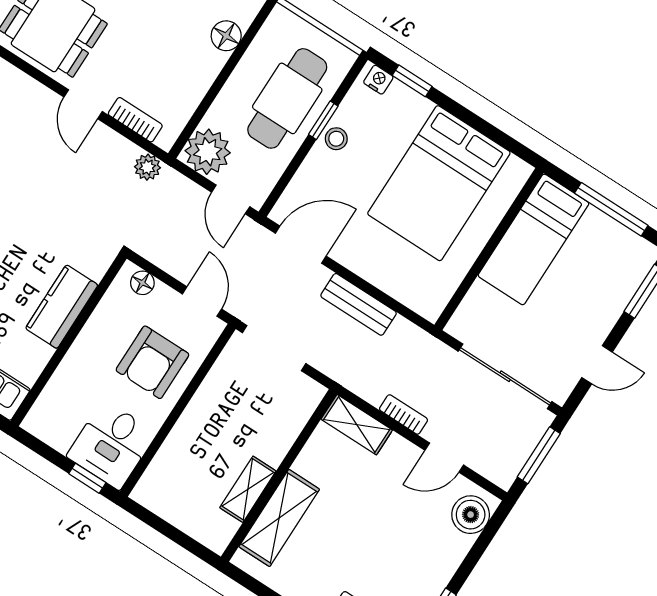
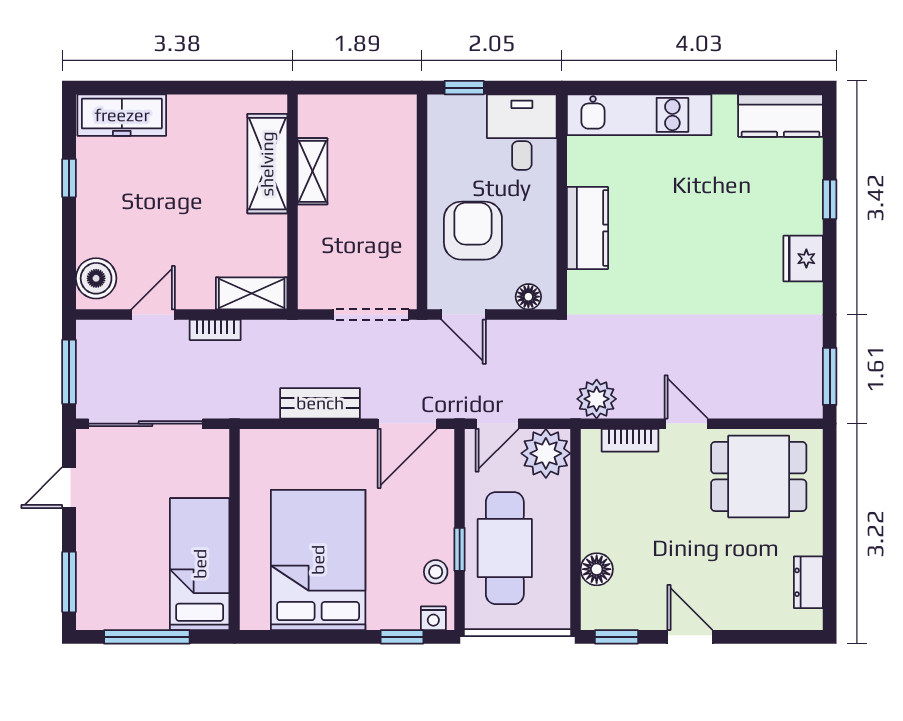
stool: (336, 139) -> (436, 572), moved
plant: (147, 167) -> (597, 399), width x1.38, depth x1.38
door: (231, 199) -> (497, 424), swing flipped
desk: (111, 445) -> (522, 132), moved

